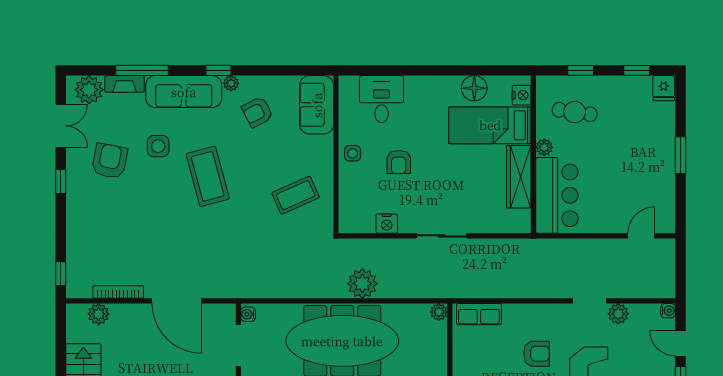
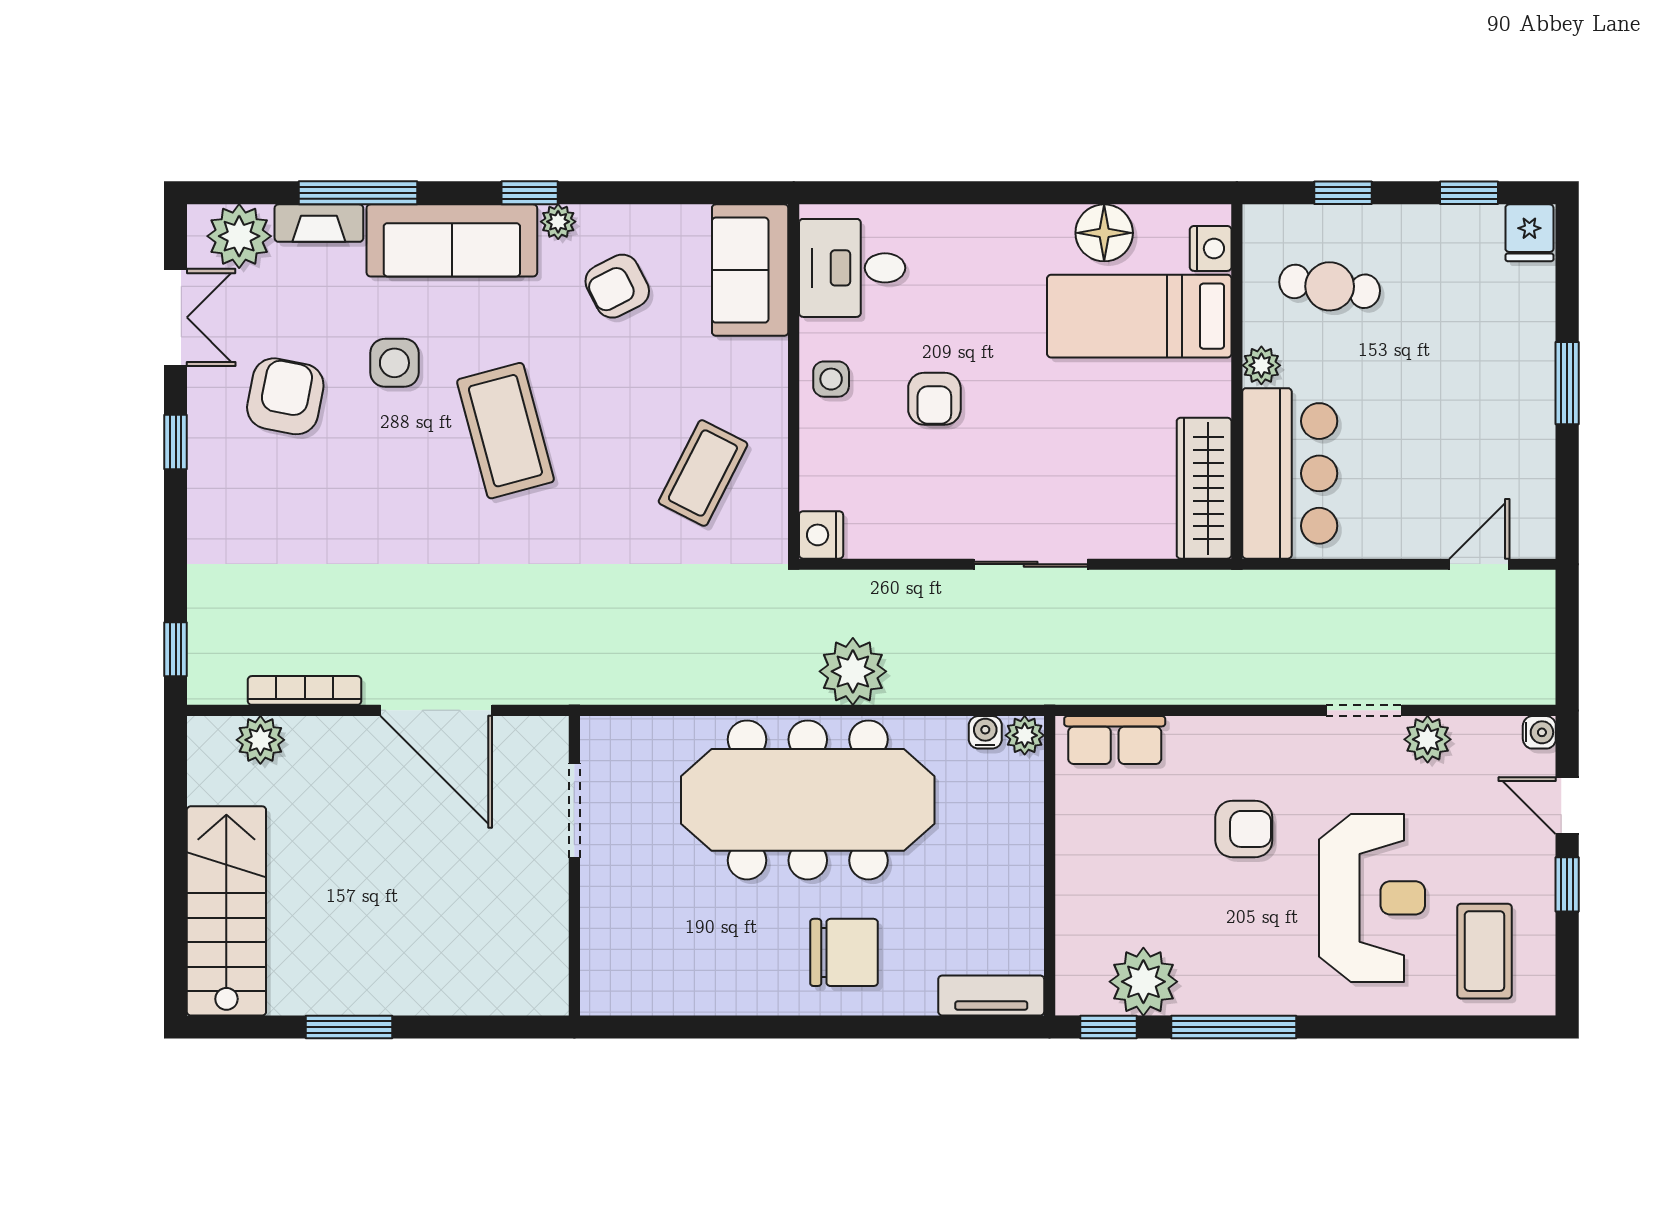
desk: (382, 99) -> (852, 268), moved, turned -90
wardrobe: (519, 177) -> (1204, 488), moved
coffee table: (296, 195) -> (703, 473), turned -39
nightstand: (387, 224) -> (821, 535), moved, turned 90
water cooler: (248, 314) -> (985, 732), moved, turned 90

